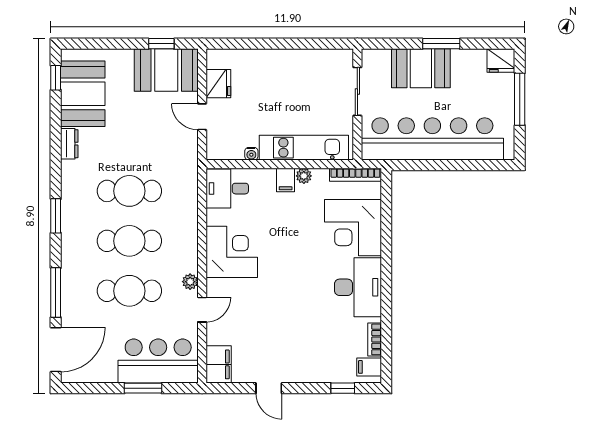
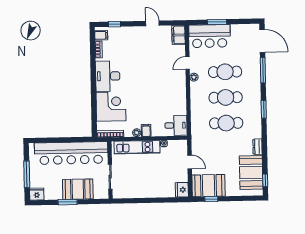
fridge: (218, 84) -> (182, 190), moved
corner desk: (232, 252) -> (173, 93), removed
door: (56, 350) -> (262, 41), swing flipped

